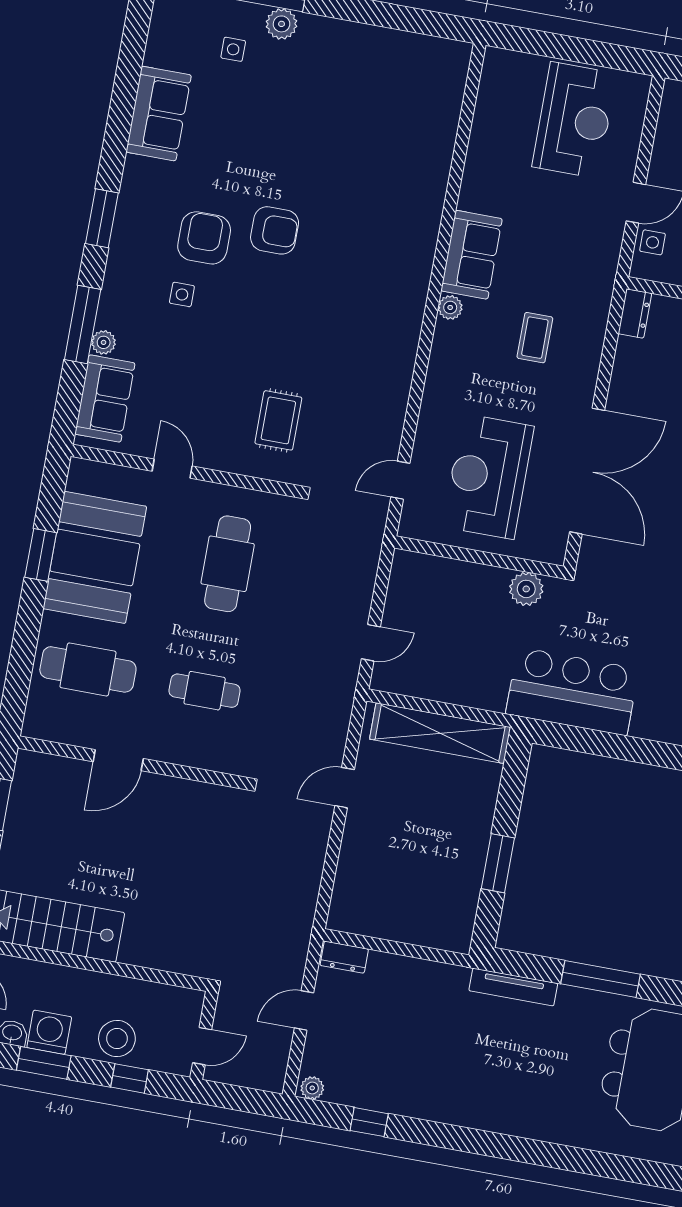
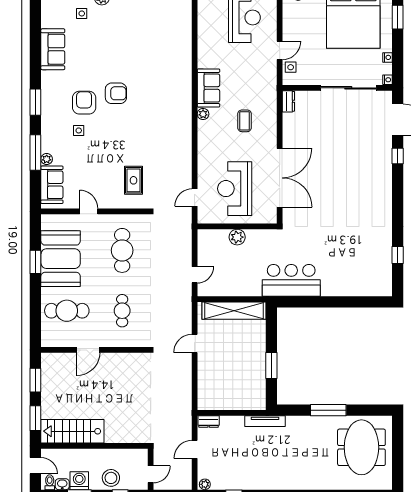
plant: (526, 589) -> (237, 237), moved
cafe table: (205, 691) -> (122, 311), turned 90
tv unit: (513, 987) -> (265, 421), moved

